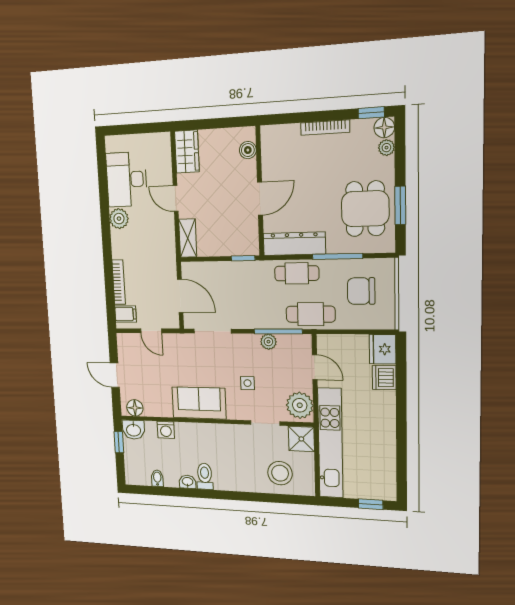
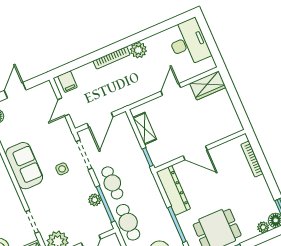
bookcase: (325, 128) -> (252, 159), moved
boiler: (248, 150) -> (226, 131), removed
desk: (127, 179) -> (188, 43), moved, turned 90
shelving: (188, 238) -> (145, 128), moved, turned 90
cafe table: (297, 273) -> (112, 183), moved
bookcase: (119, 282) -> (112, 58), moved
side table: (248, 383) -> (62, 169), moved

